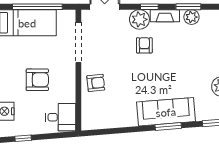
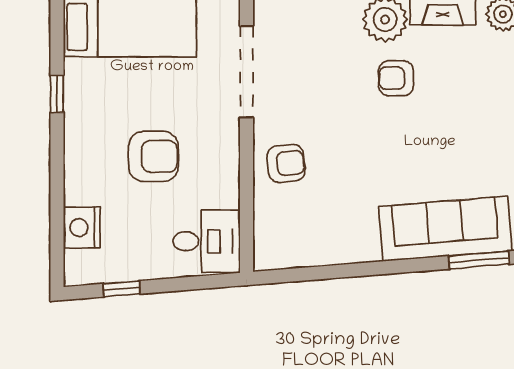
armchair: (144, 45) -> (396, 78), turned -90
window: (168, 127) -> (479, 260), moved

